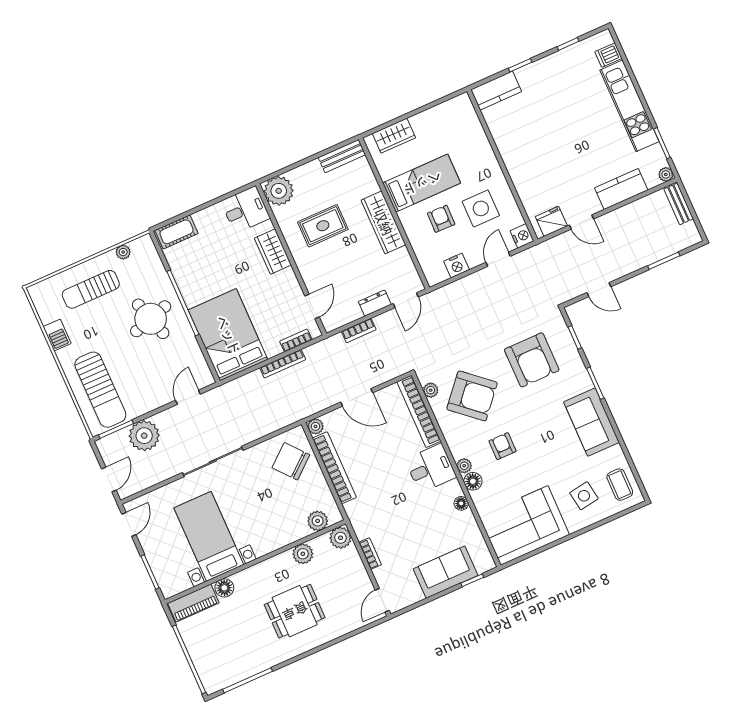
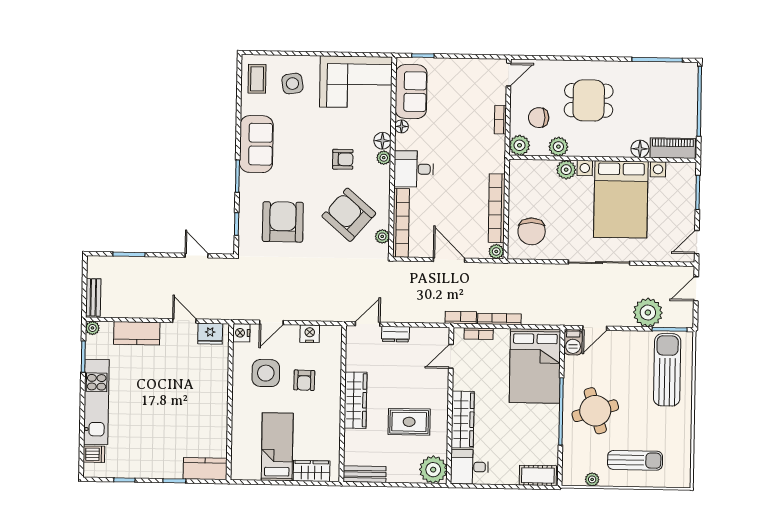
bed: (422, 183) -> (277, 447), moved, turned 90
wardrobe: (273, 252) -> (463, 420), width x1.50
bookcase: (359, 330) -> (461, 318), moved
barbecue: (57, 335) -> (573, 342), moved, turned 180
armchair: (502, 446) -> (343, 159), turned -90
chair: (291, 461) -> (532, 231), turned 40
plant: (318, 521) -> (566, 170), moved
bed with nightstands: (209, 536) -> (621, 199), width x1.36
sofa: (446, 572) -> (411, 92), moved, turned -90
chair: (335, 573) -> (539, 118), added

